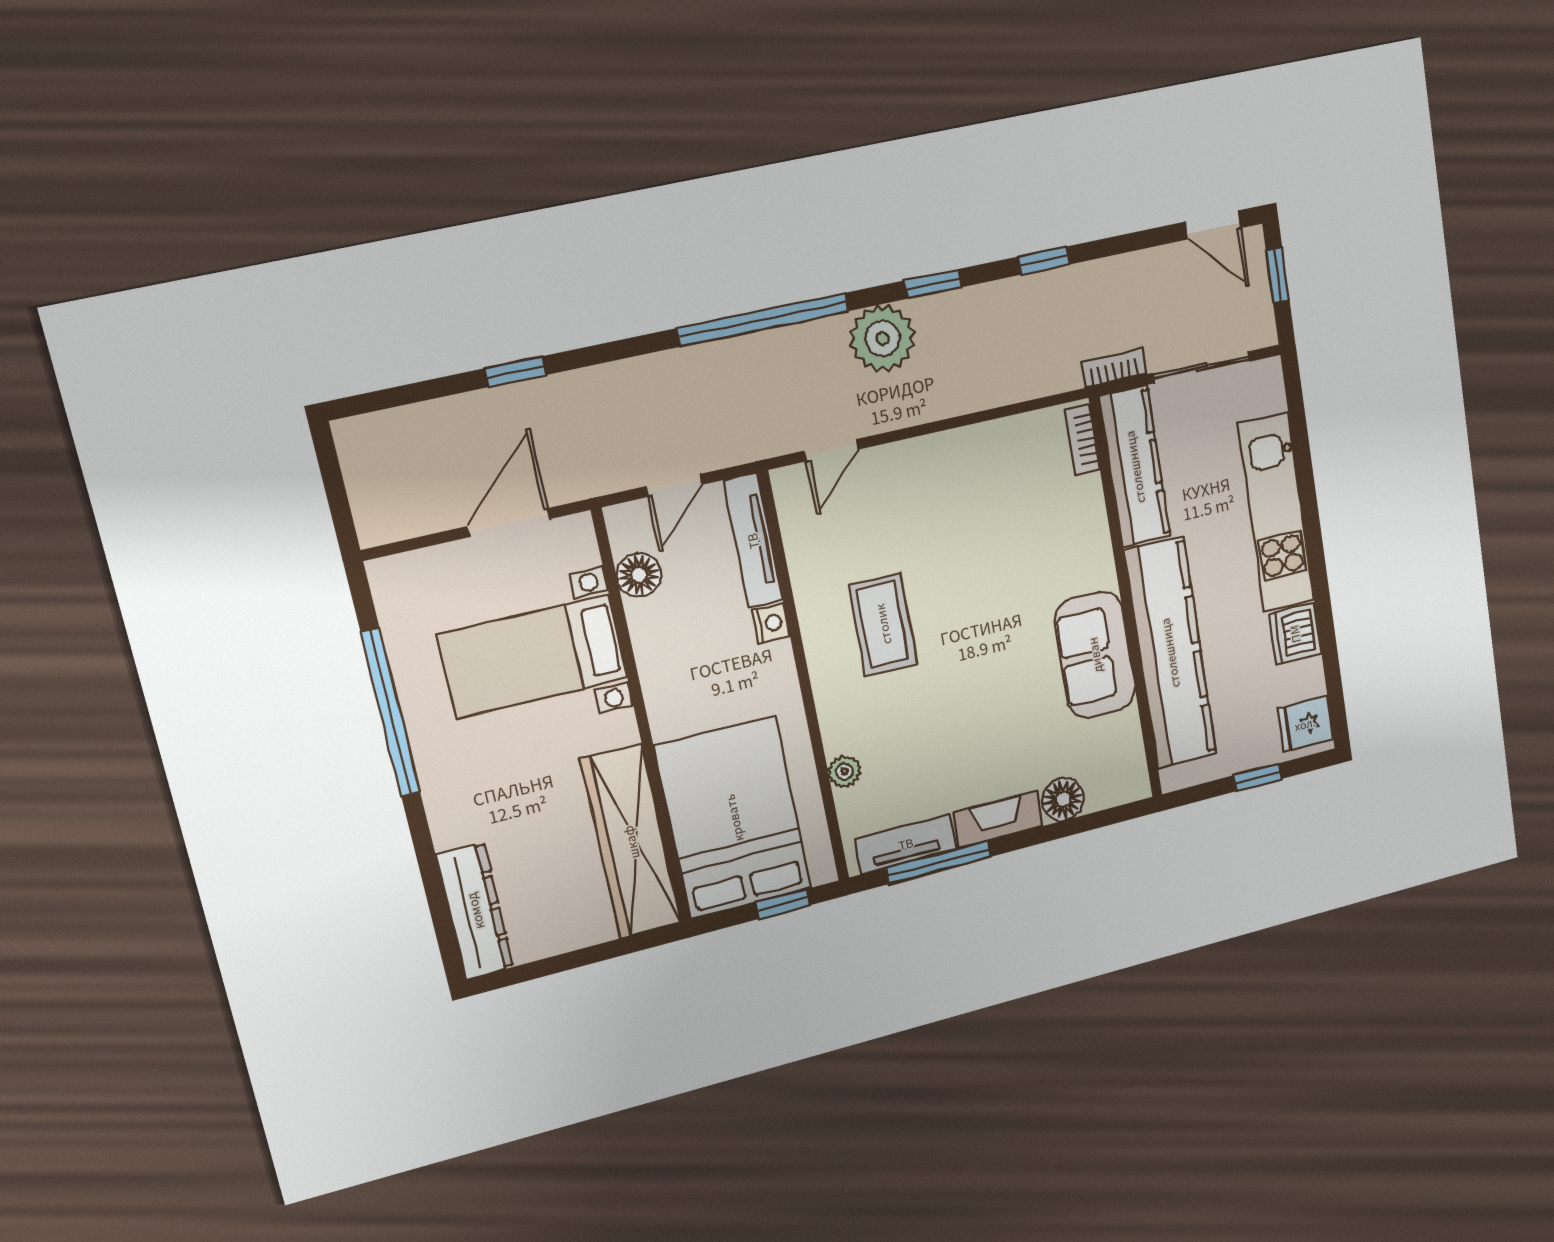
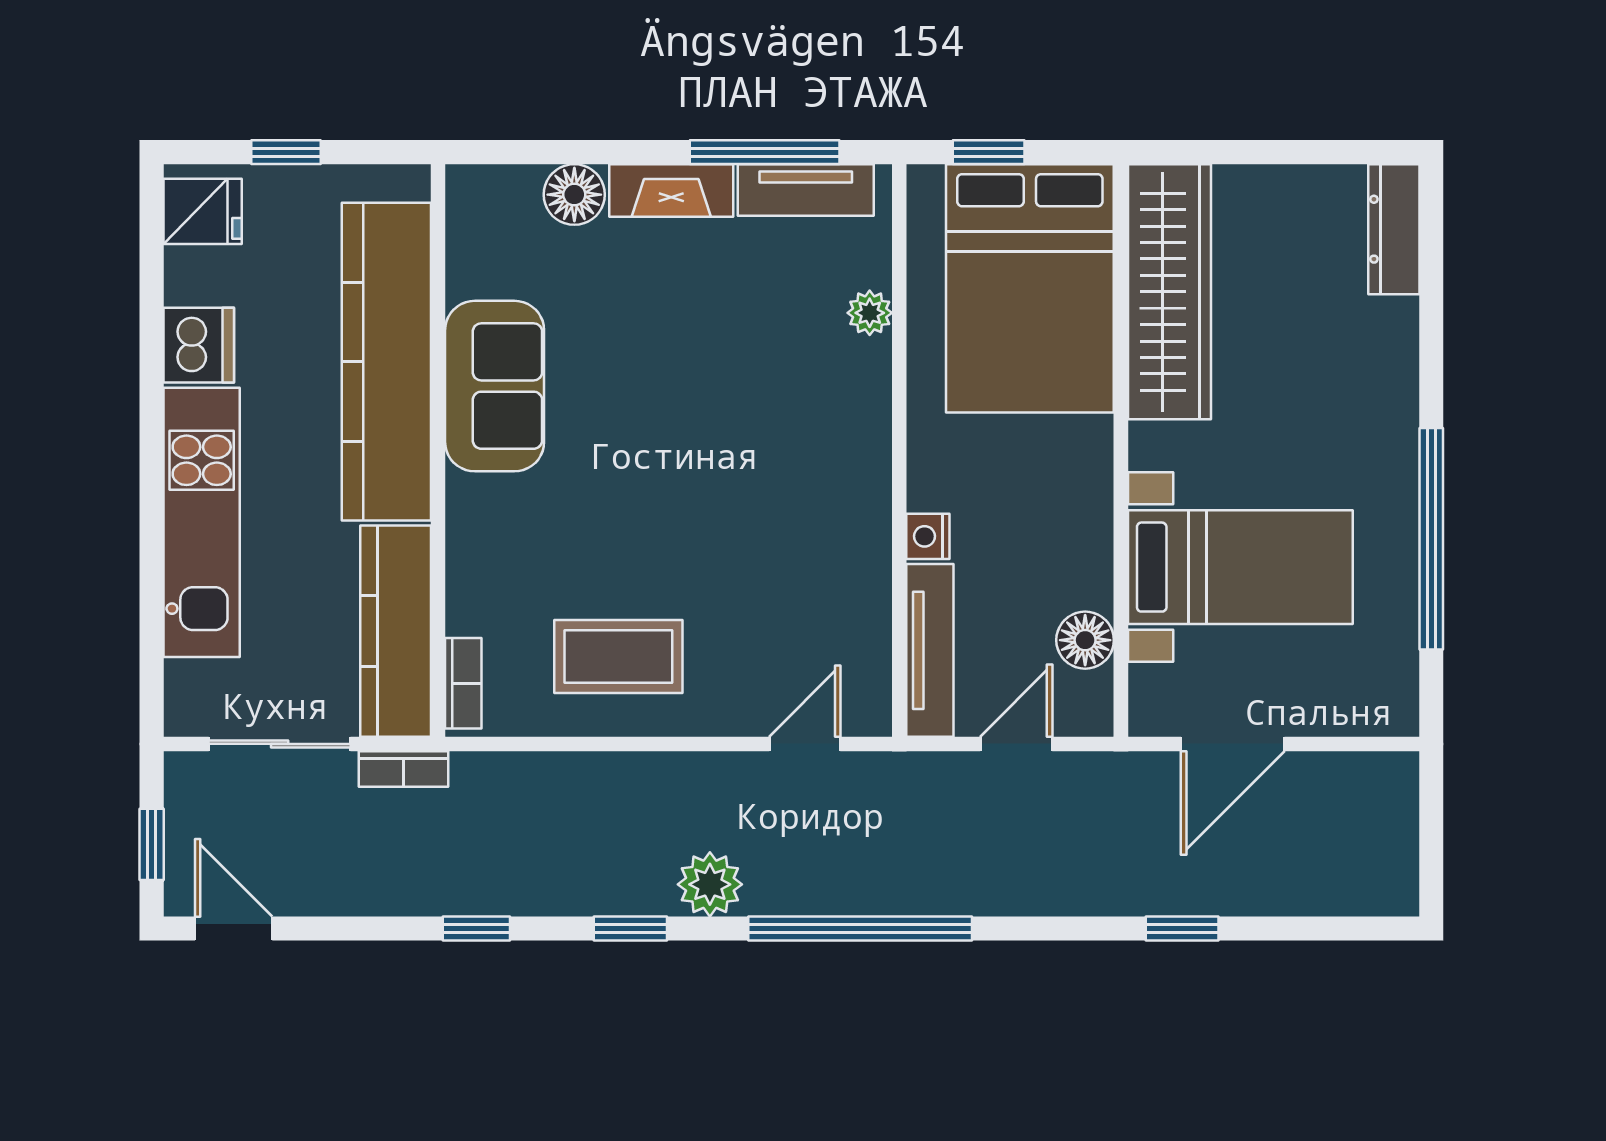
plant: (883, 339) -> (710, 884), width x0.73, depth x0.73
coffee table: (883, 624) -> (618, 657), moved, turned 90
dresser: (475, 911) -> (1394, 229), width x0.73, depth x0.80

